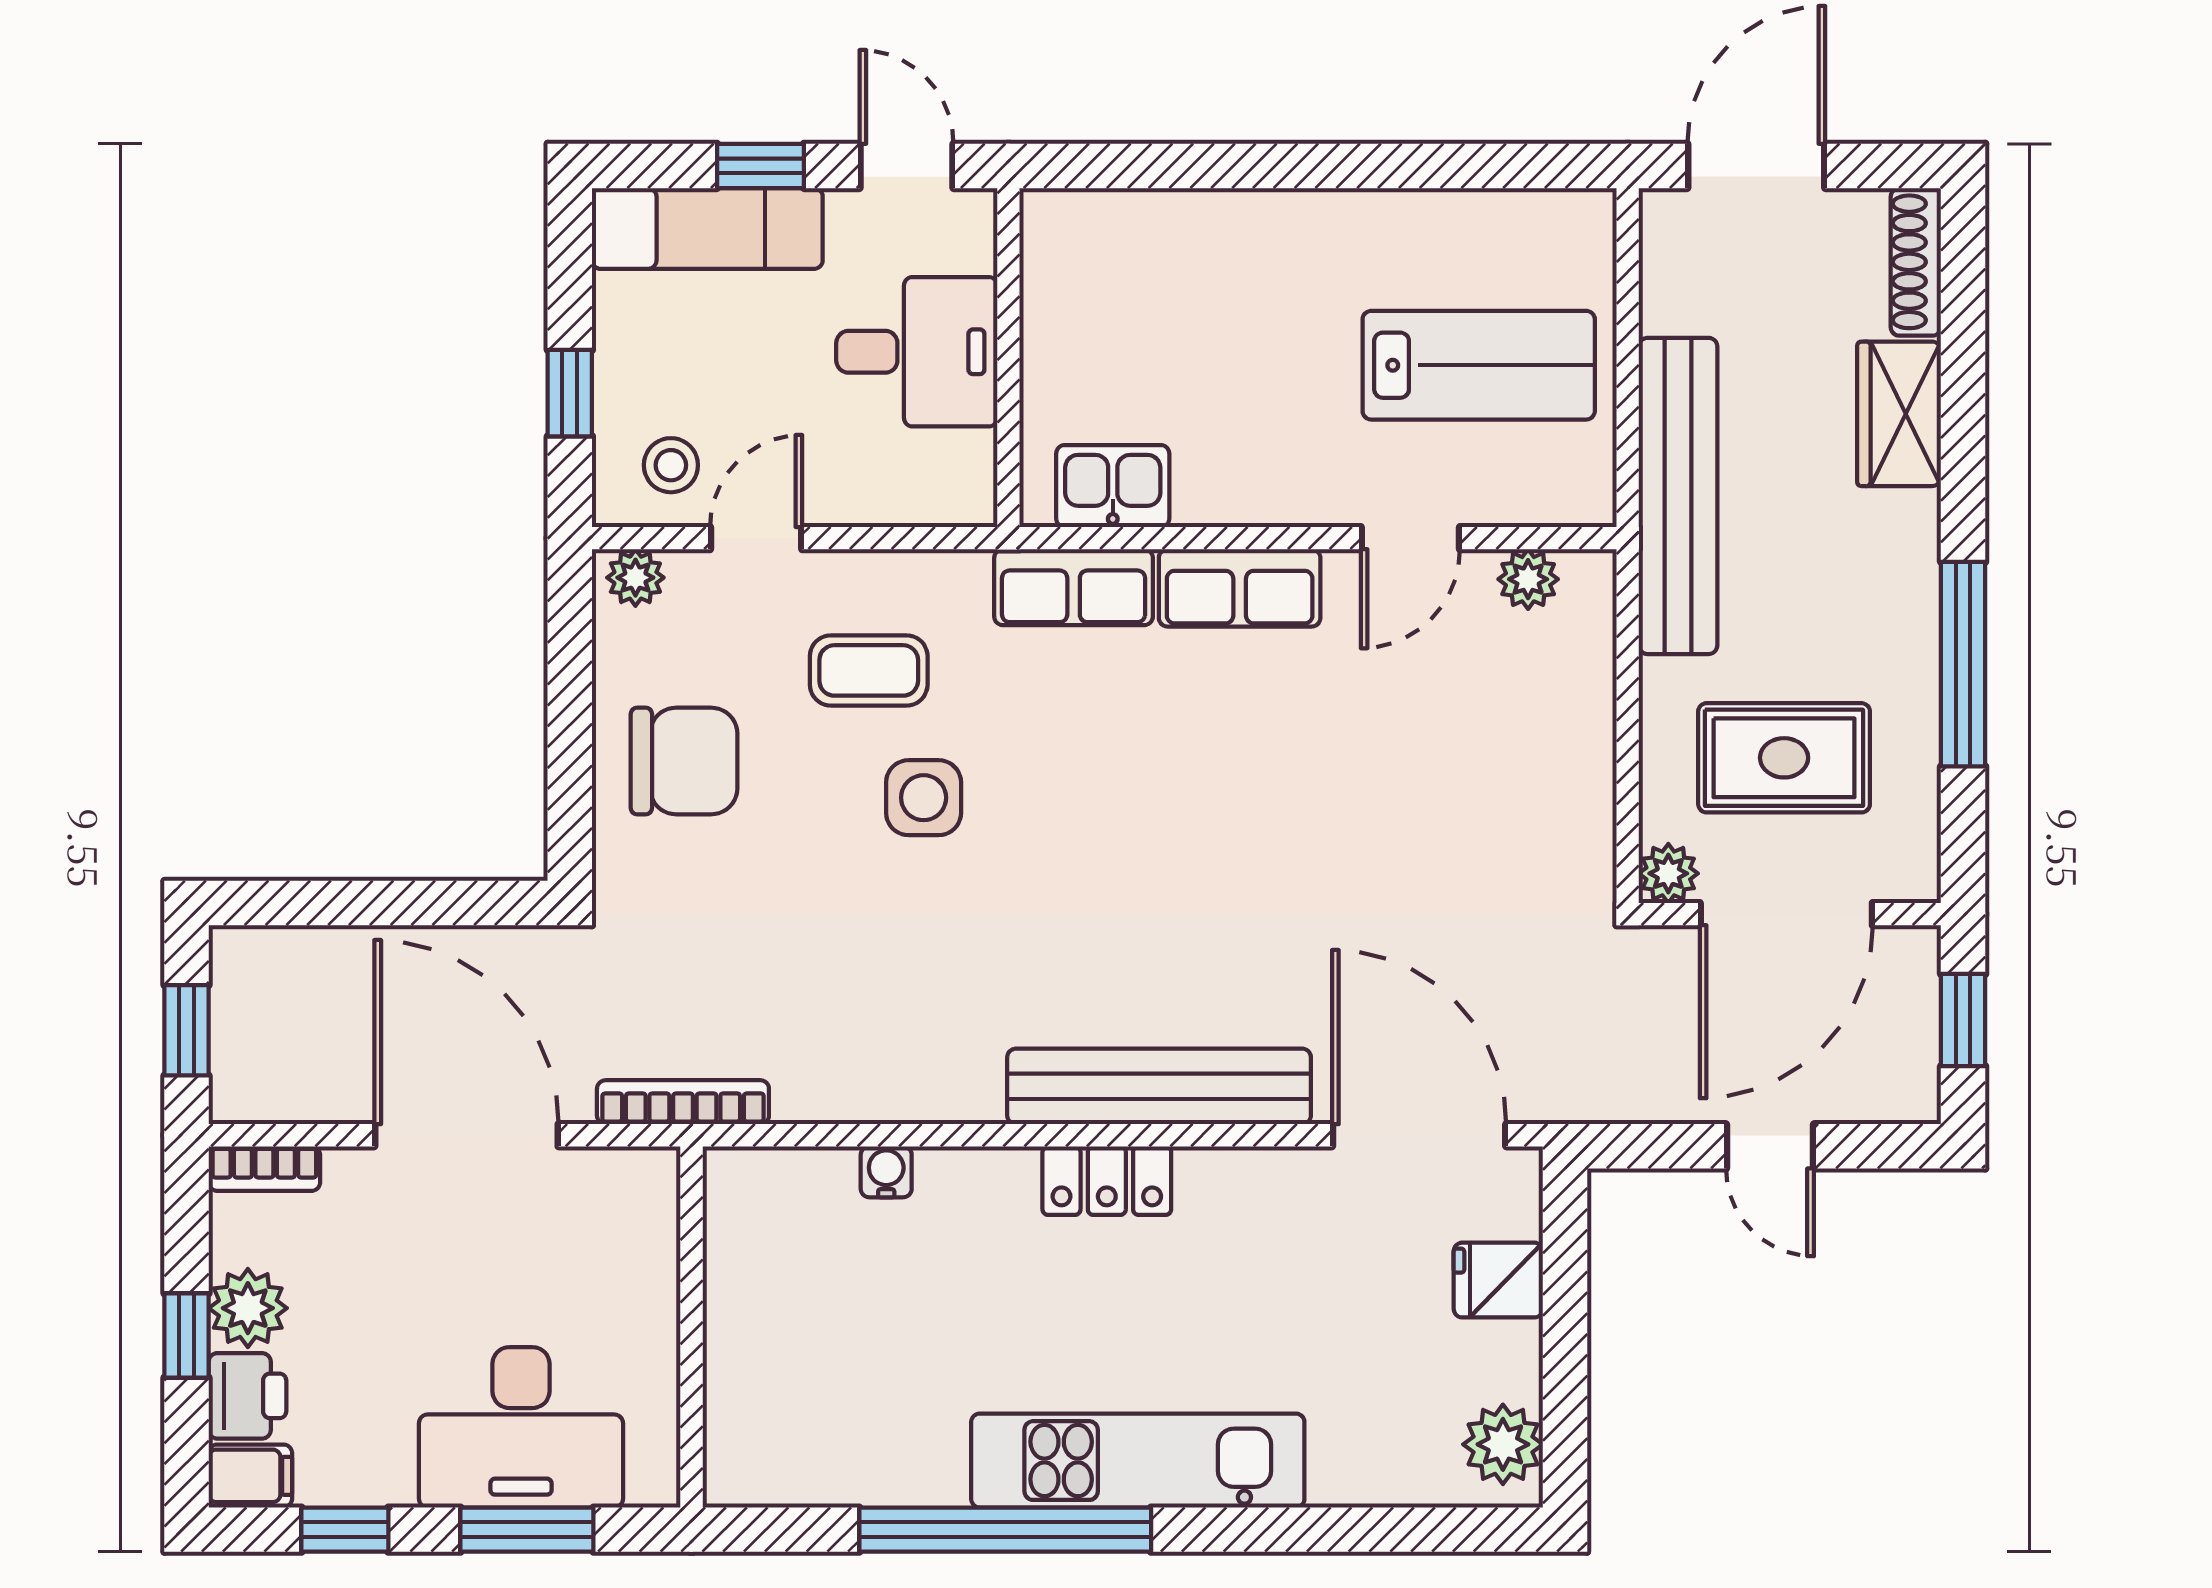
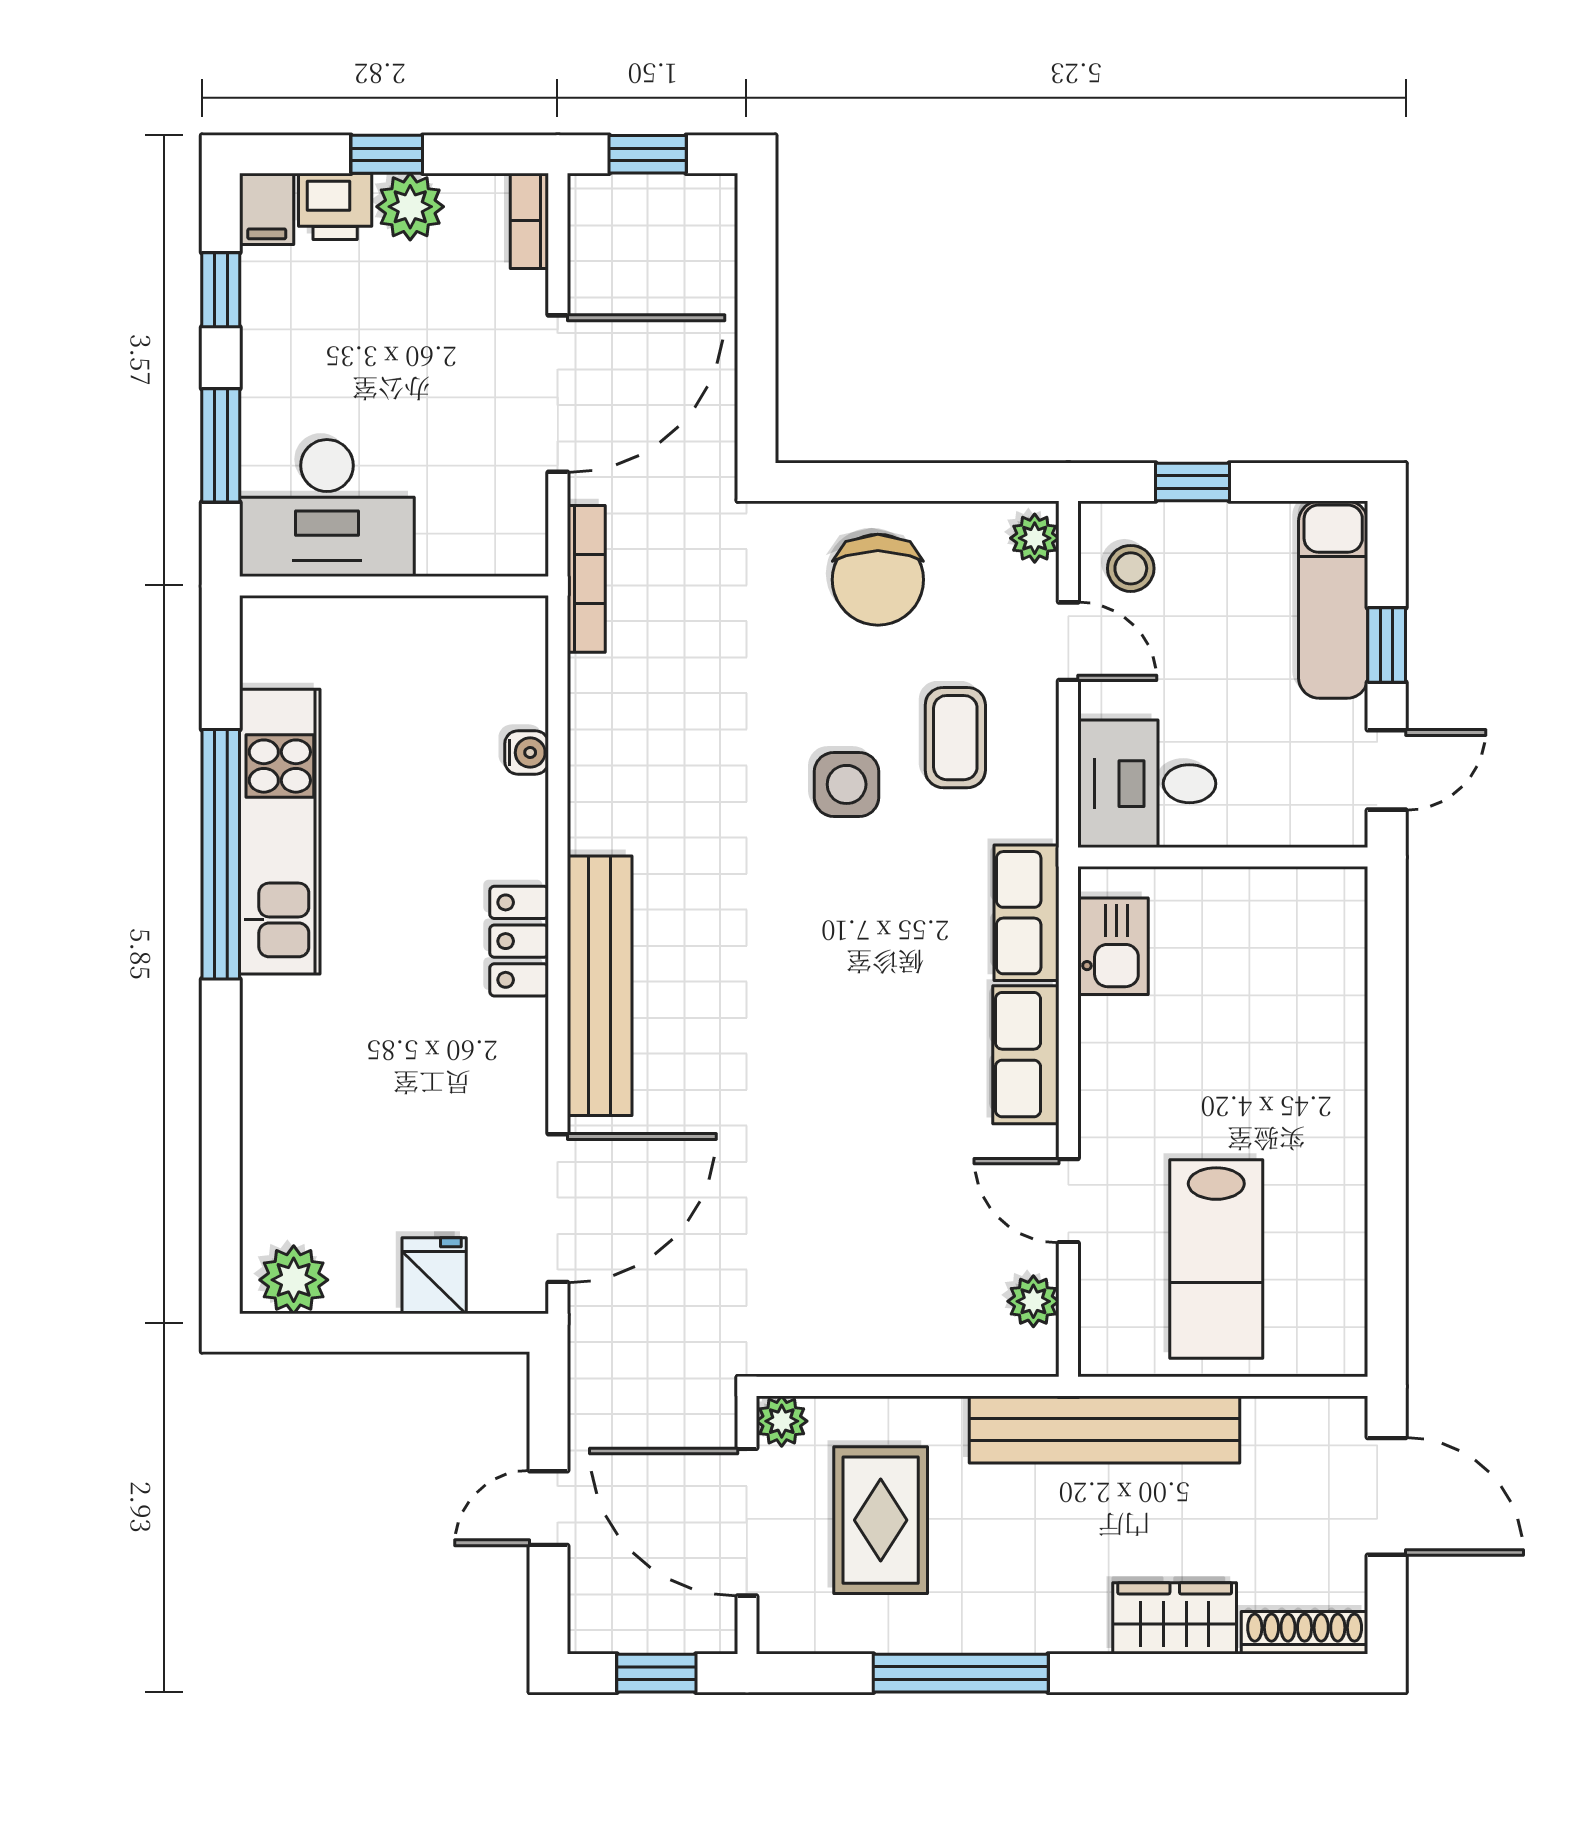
desk: (917, 352) -> (1147, 784), moved, turned 90
desk: (521, 1427) -> (327, 508), moved, turned -90
kitchen unit: (1138, 1461) -> (280, 832), moved

